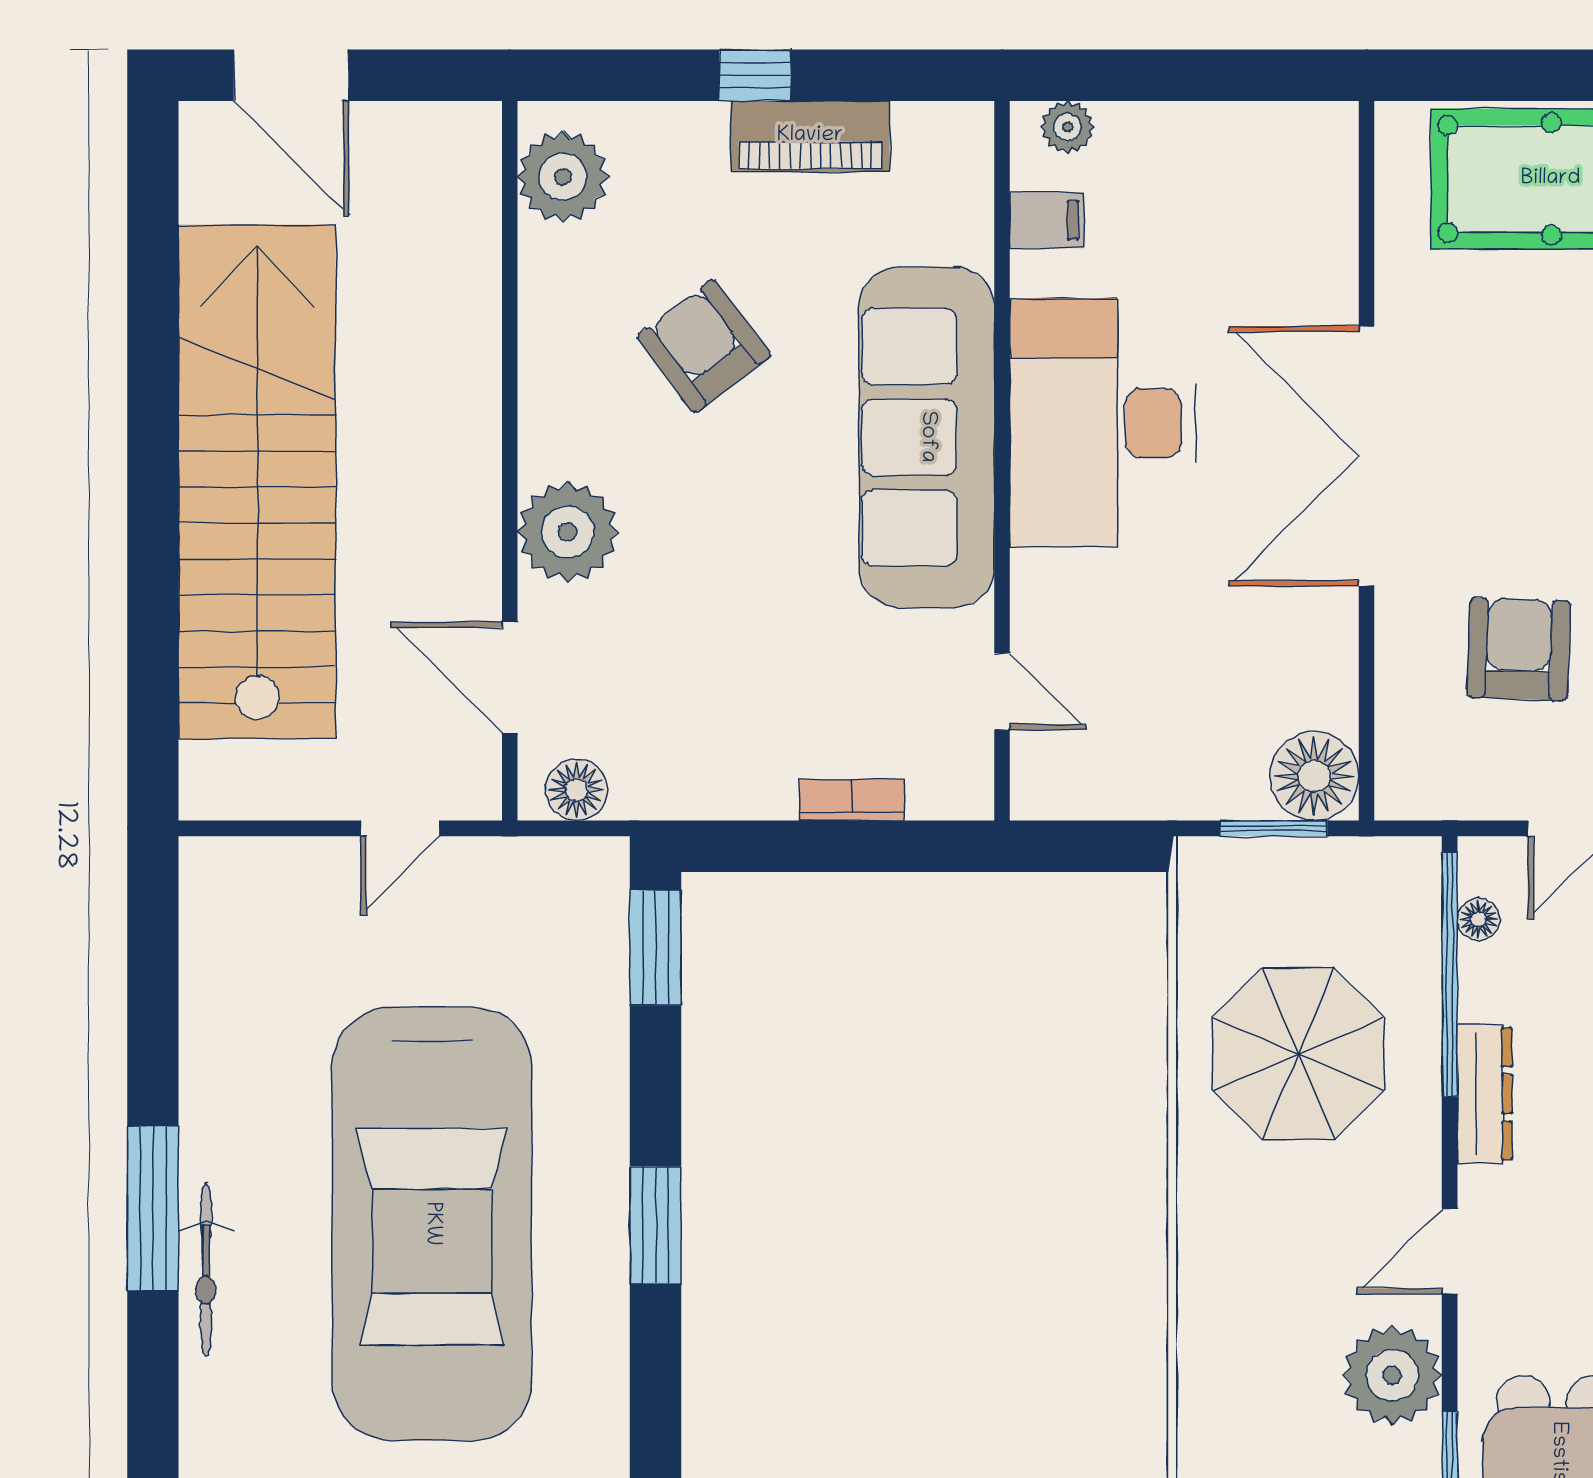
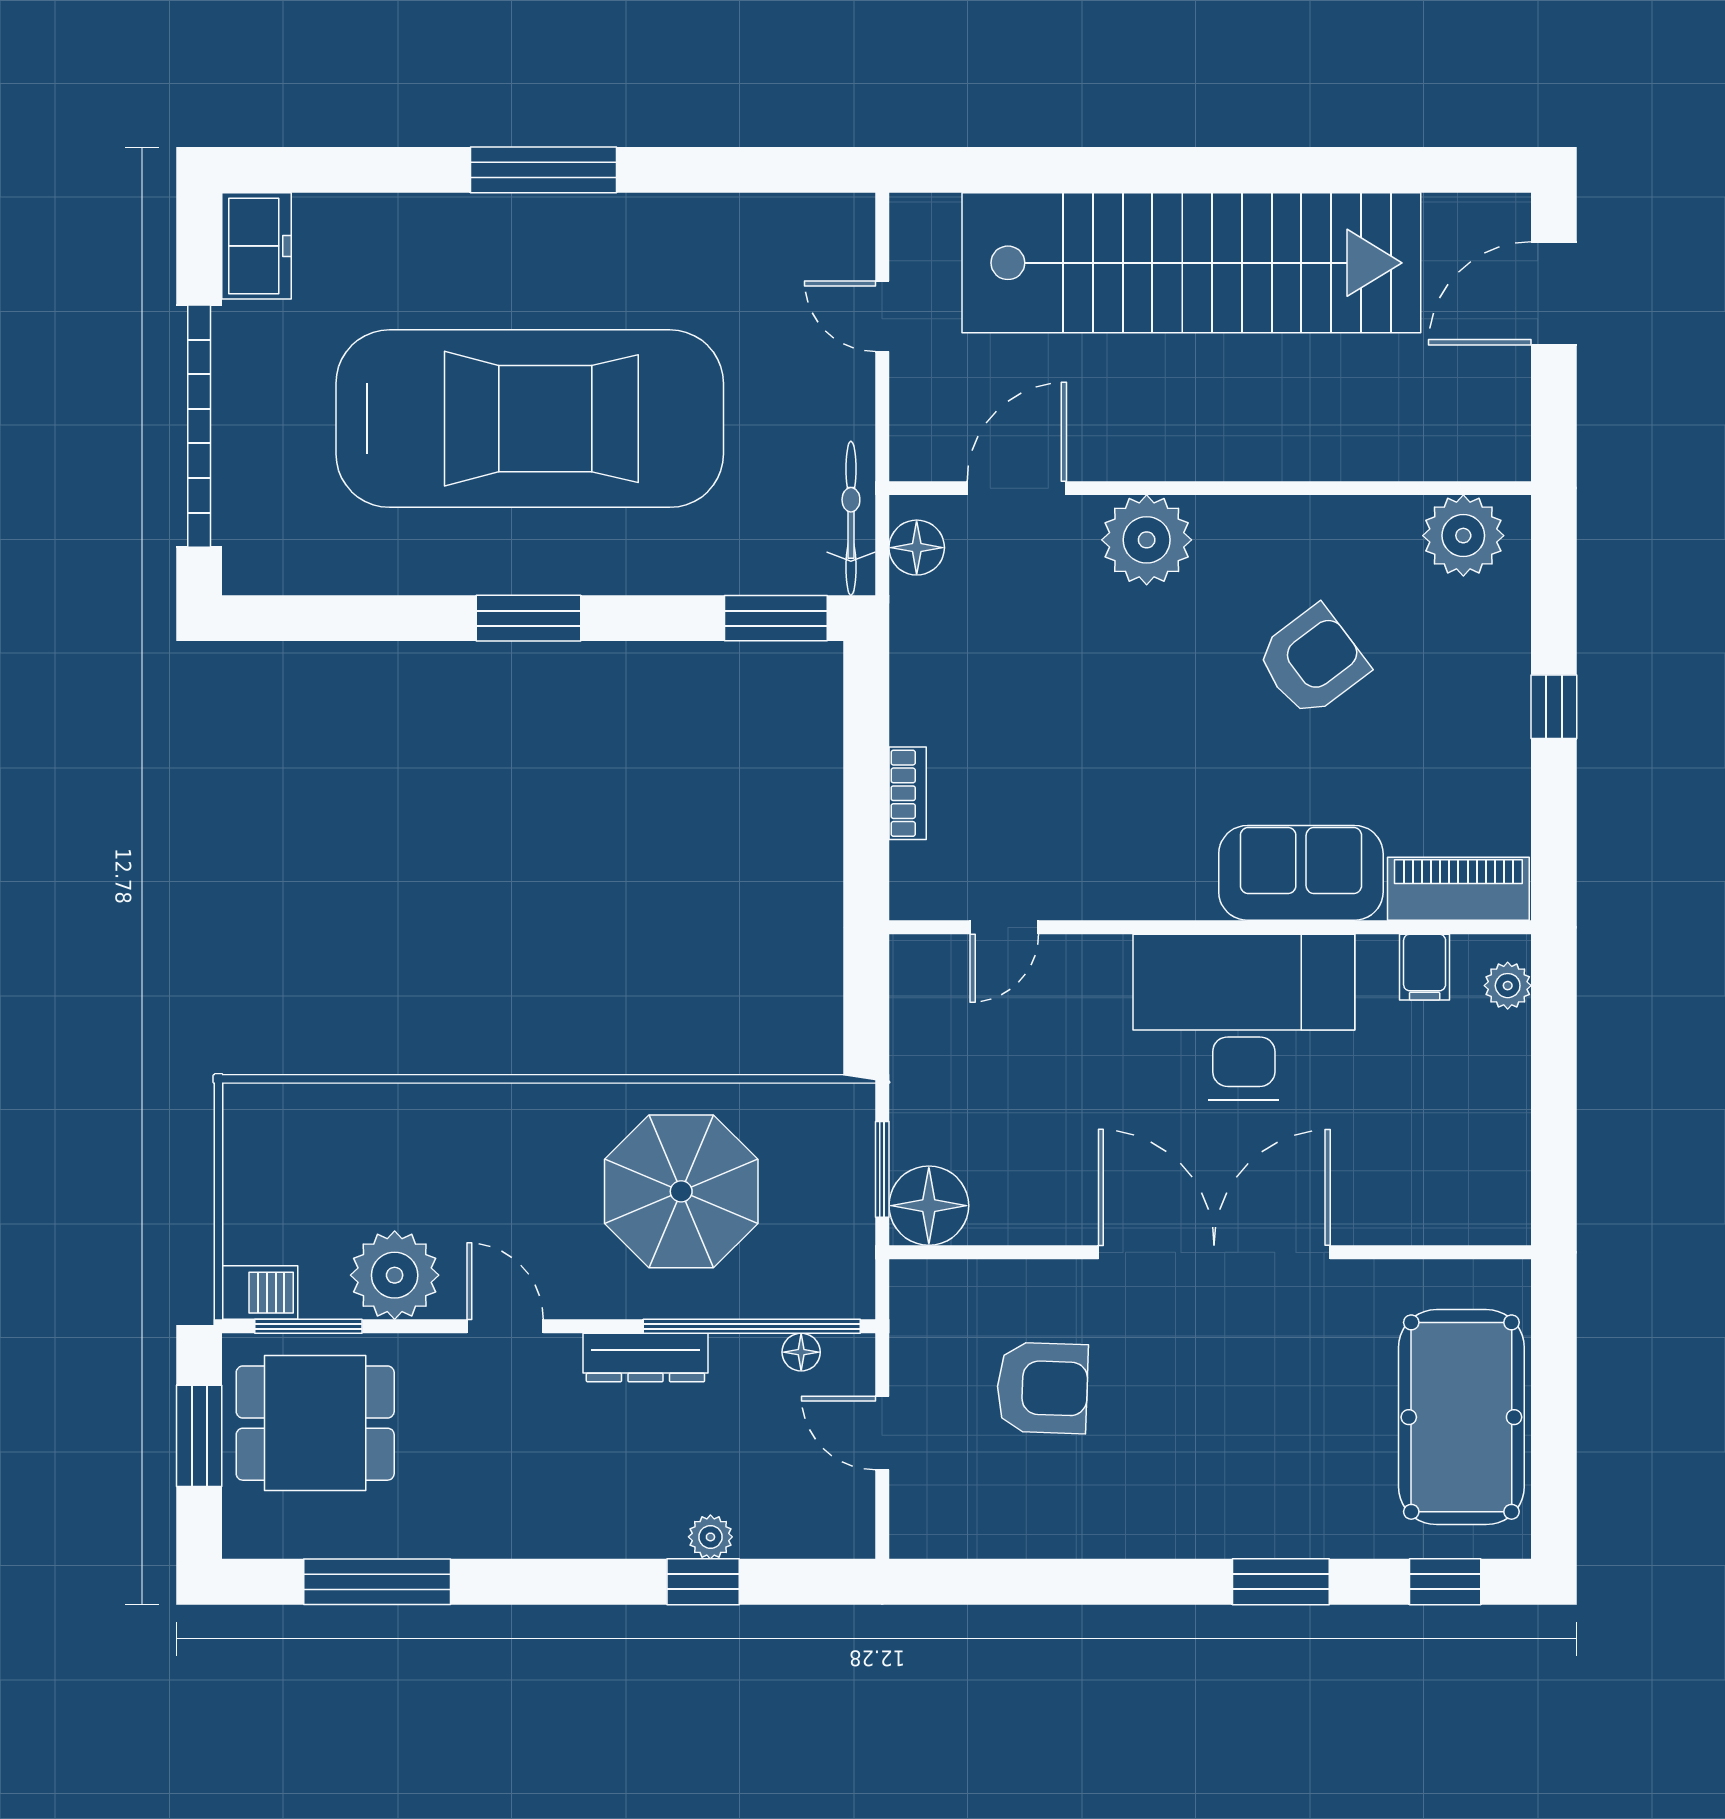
piano: (810, 136) -> (1458, 889), moved, turned 90
sofa: (927, 437) -> (1301, 873), width x0.54, depth x0.79
door: (400, 828) -> (882, 316), moved
car: (432, 1224) -> (530, 419), turned 180
bicycle: (206, 1269) -> (851, 518), moved, turned 90

